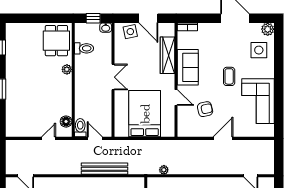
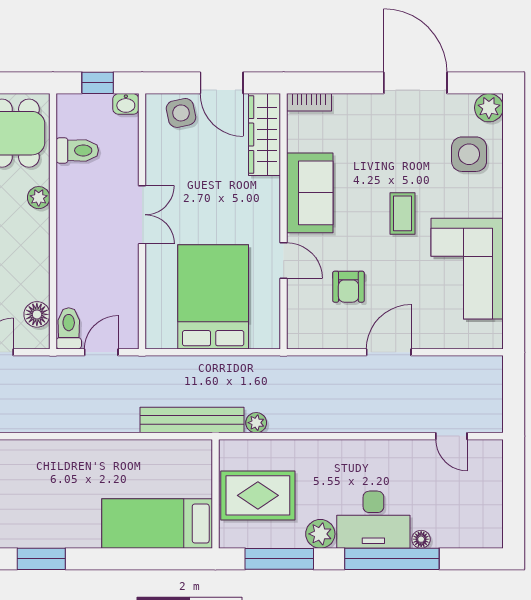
wardrobe: (168, 55) -> (265, 135), moved
armchair: (205, 109) -> (348, 287), turned 103
door: (95, 138) -> (101, 352), hinge flipped
bench: (104, 169) -> (192, 420), moved

